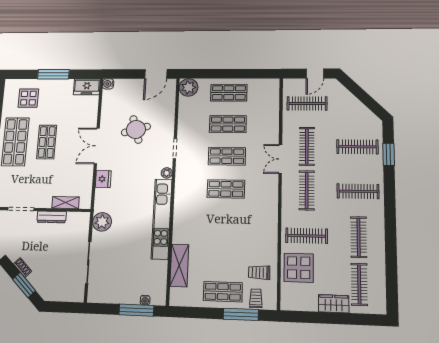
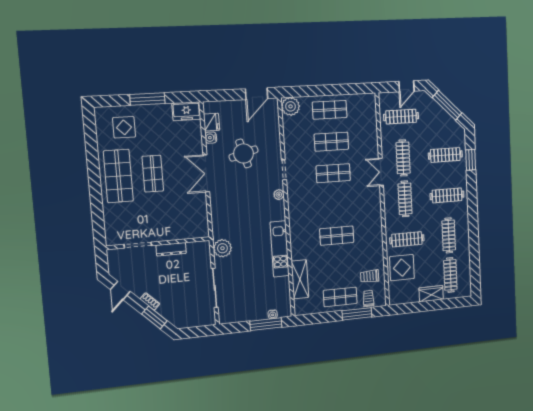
water cooler: (108, 84) -> (211, 138), moved
window: (361, 95) -> (447, 105), added
fridge: (103, 179) -> (212, 122), moved
shop shelf: (226, 189) -> (337, 236), moved
shelving: (66, 203) -> (183, 234), removed
kitchen unit: (162, 219) -> (280, 249), width x0.73

